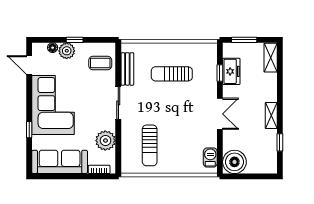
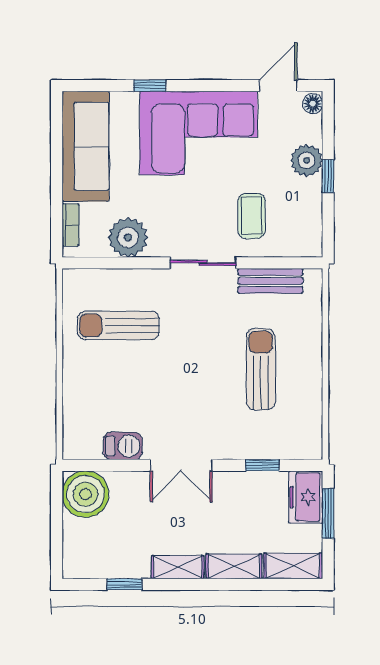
floor lamp: (53, 48) -> (313, 104), moved
coffee table: (100, 63) -> (252, 216), moved
freezer: (231, 71) -> (306, 497), moved, turned 90
shelving: (271, 87) -> (234, 566), added
barbecue: (210, 157) -> (123, 446), moved

